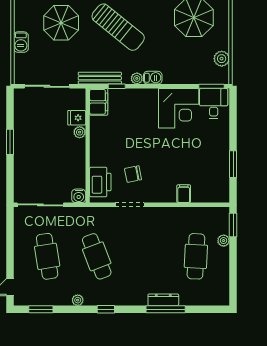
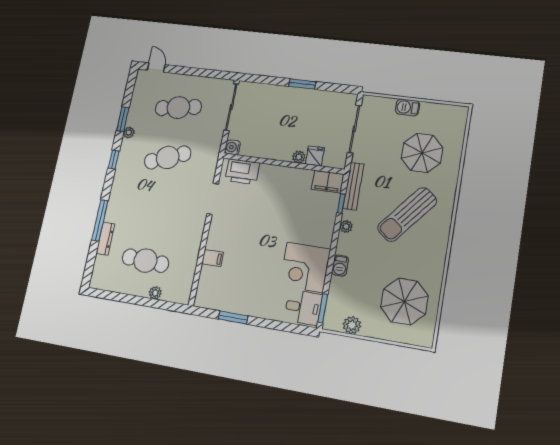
barbecue: (153, 78) -> (340, 266), moved
chair: (133, 174) -> (244, 207), removed
window: (233, 225) -> (169, 306), removed
dresser: (163, 300) -> (105, 239), moved
window: (41, 309) -> (123, 119), moved

